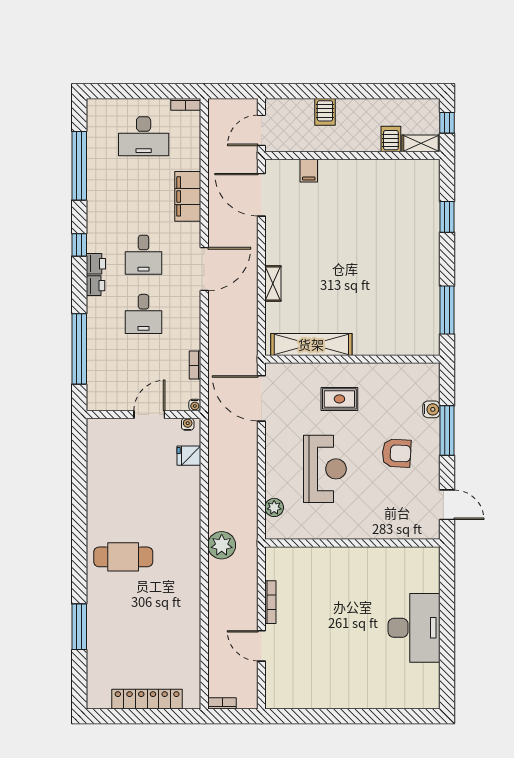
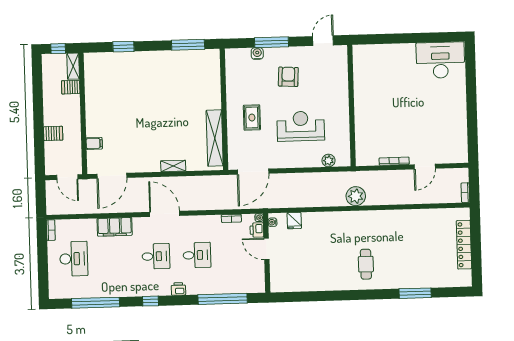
printer: (96, 264) -> (257, 230), moved, turned -90
cafe table: (123, 557) -> (366, 264), width x0.73, depth x0.74
desk: (414, 628) -> (440, 60), moved

